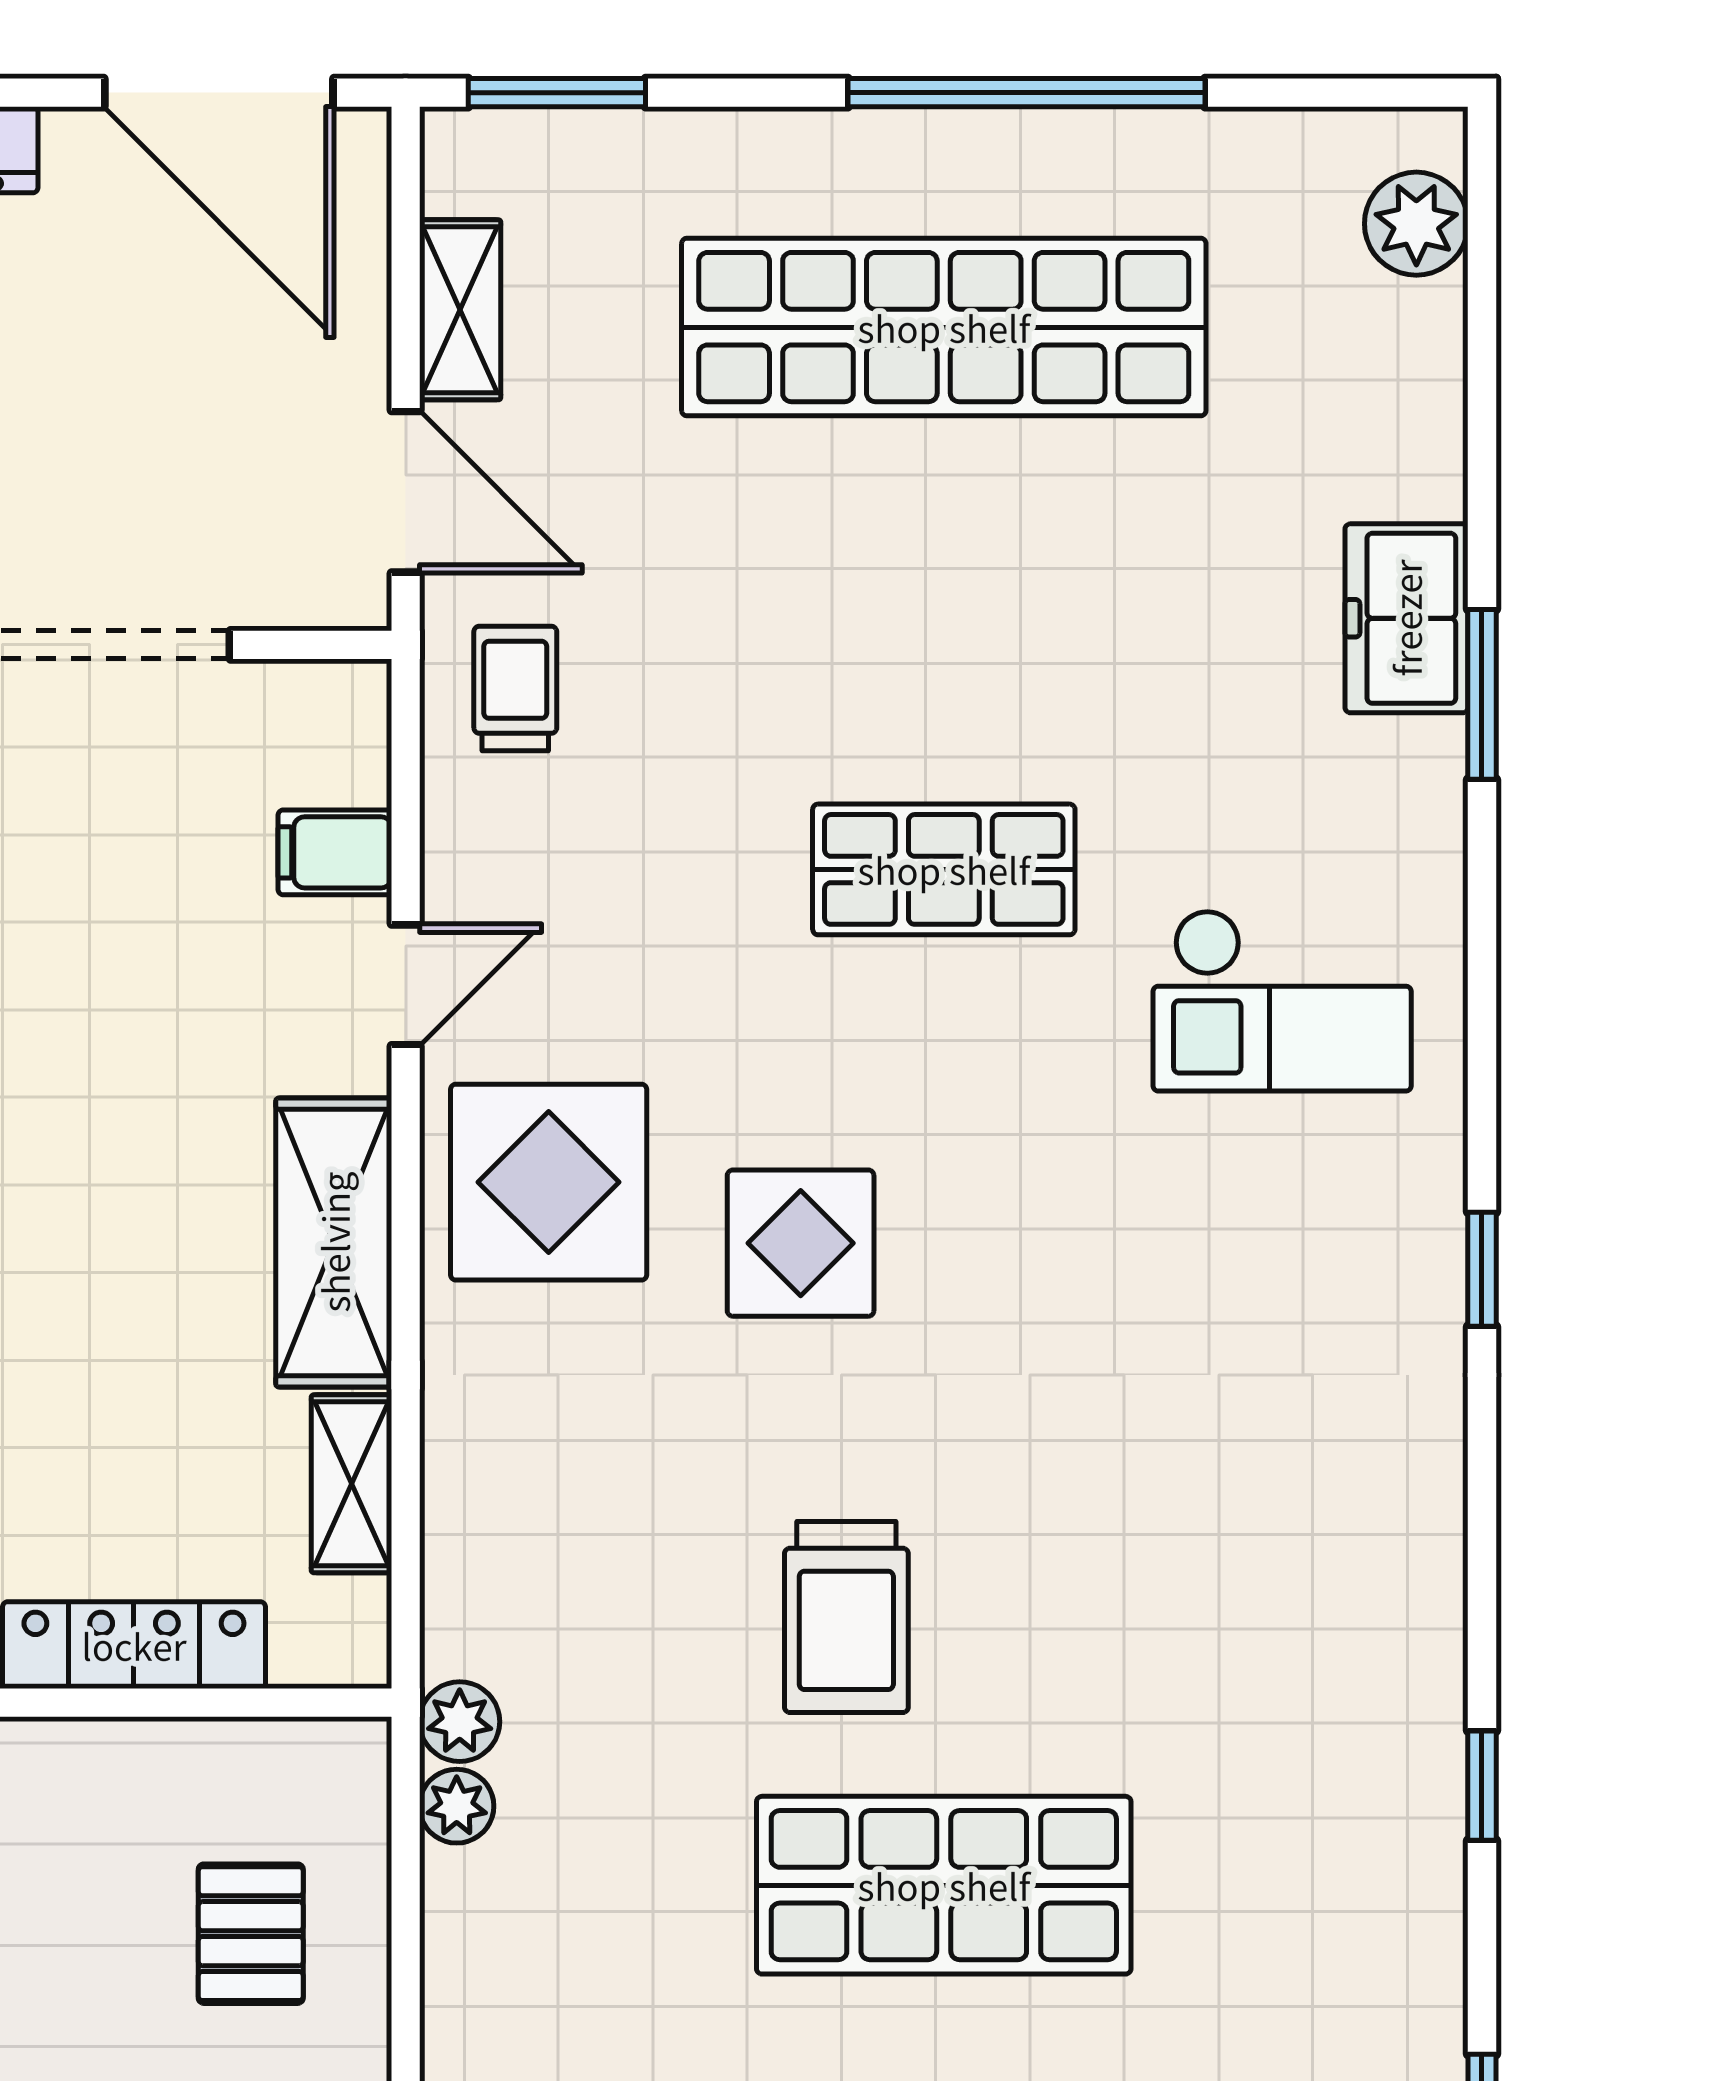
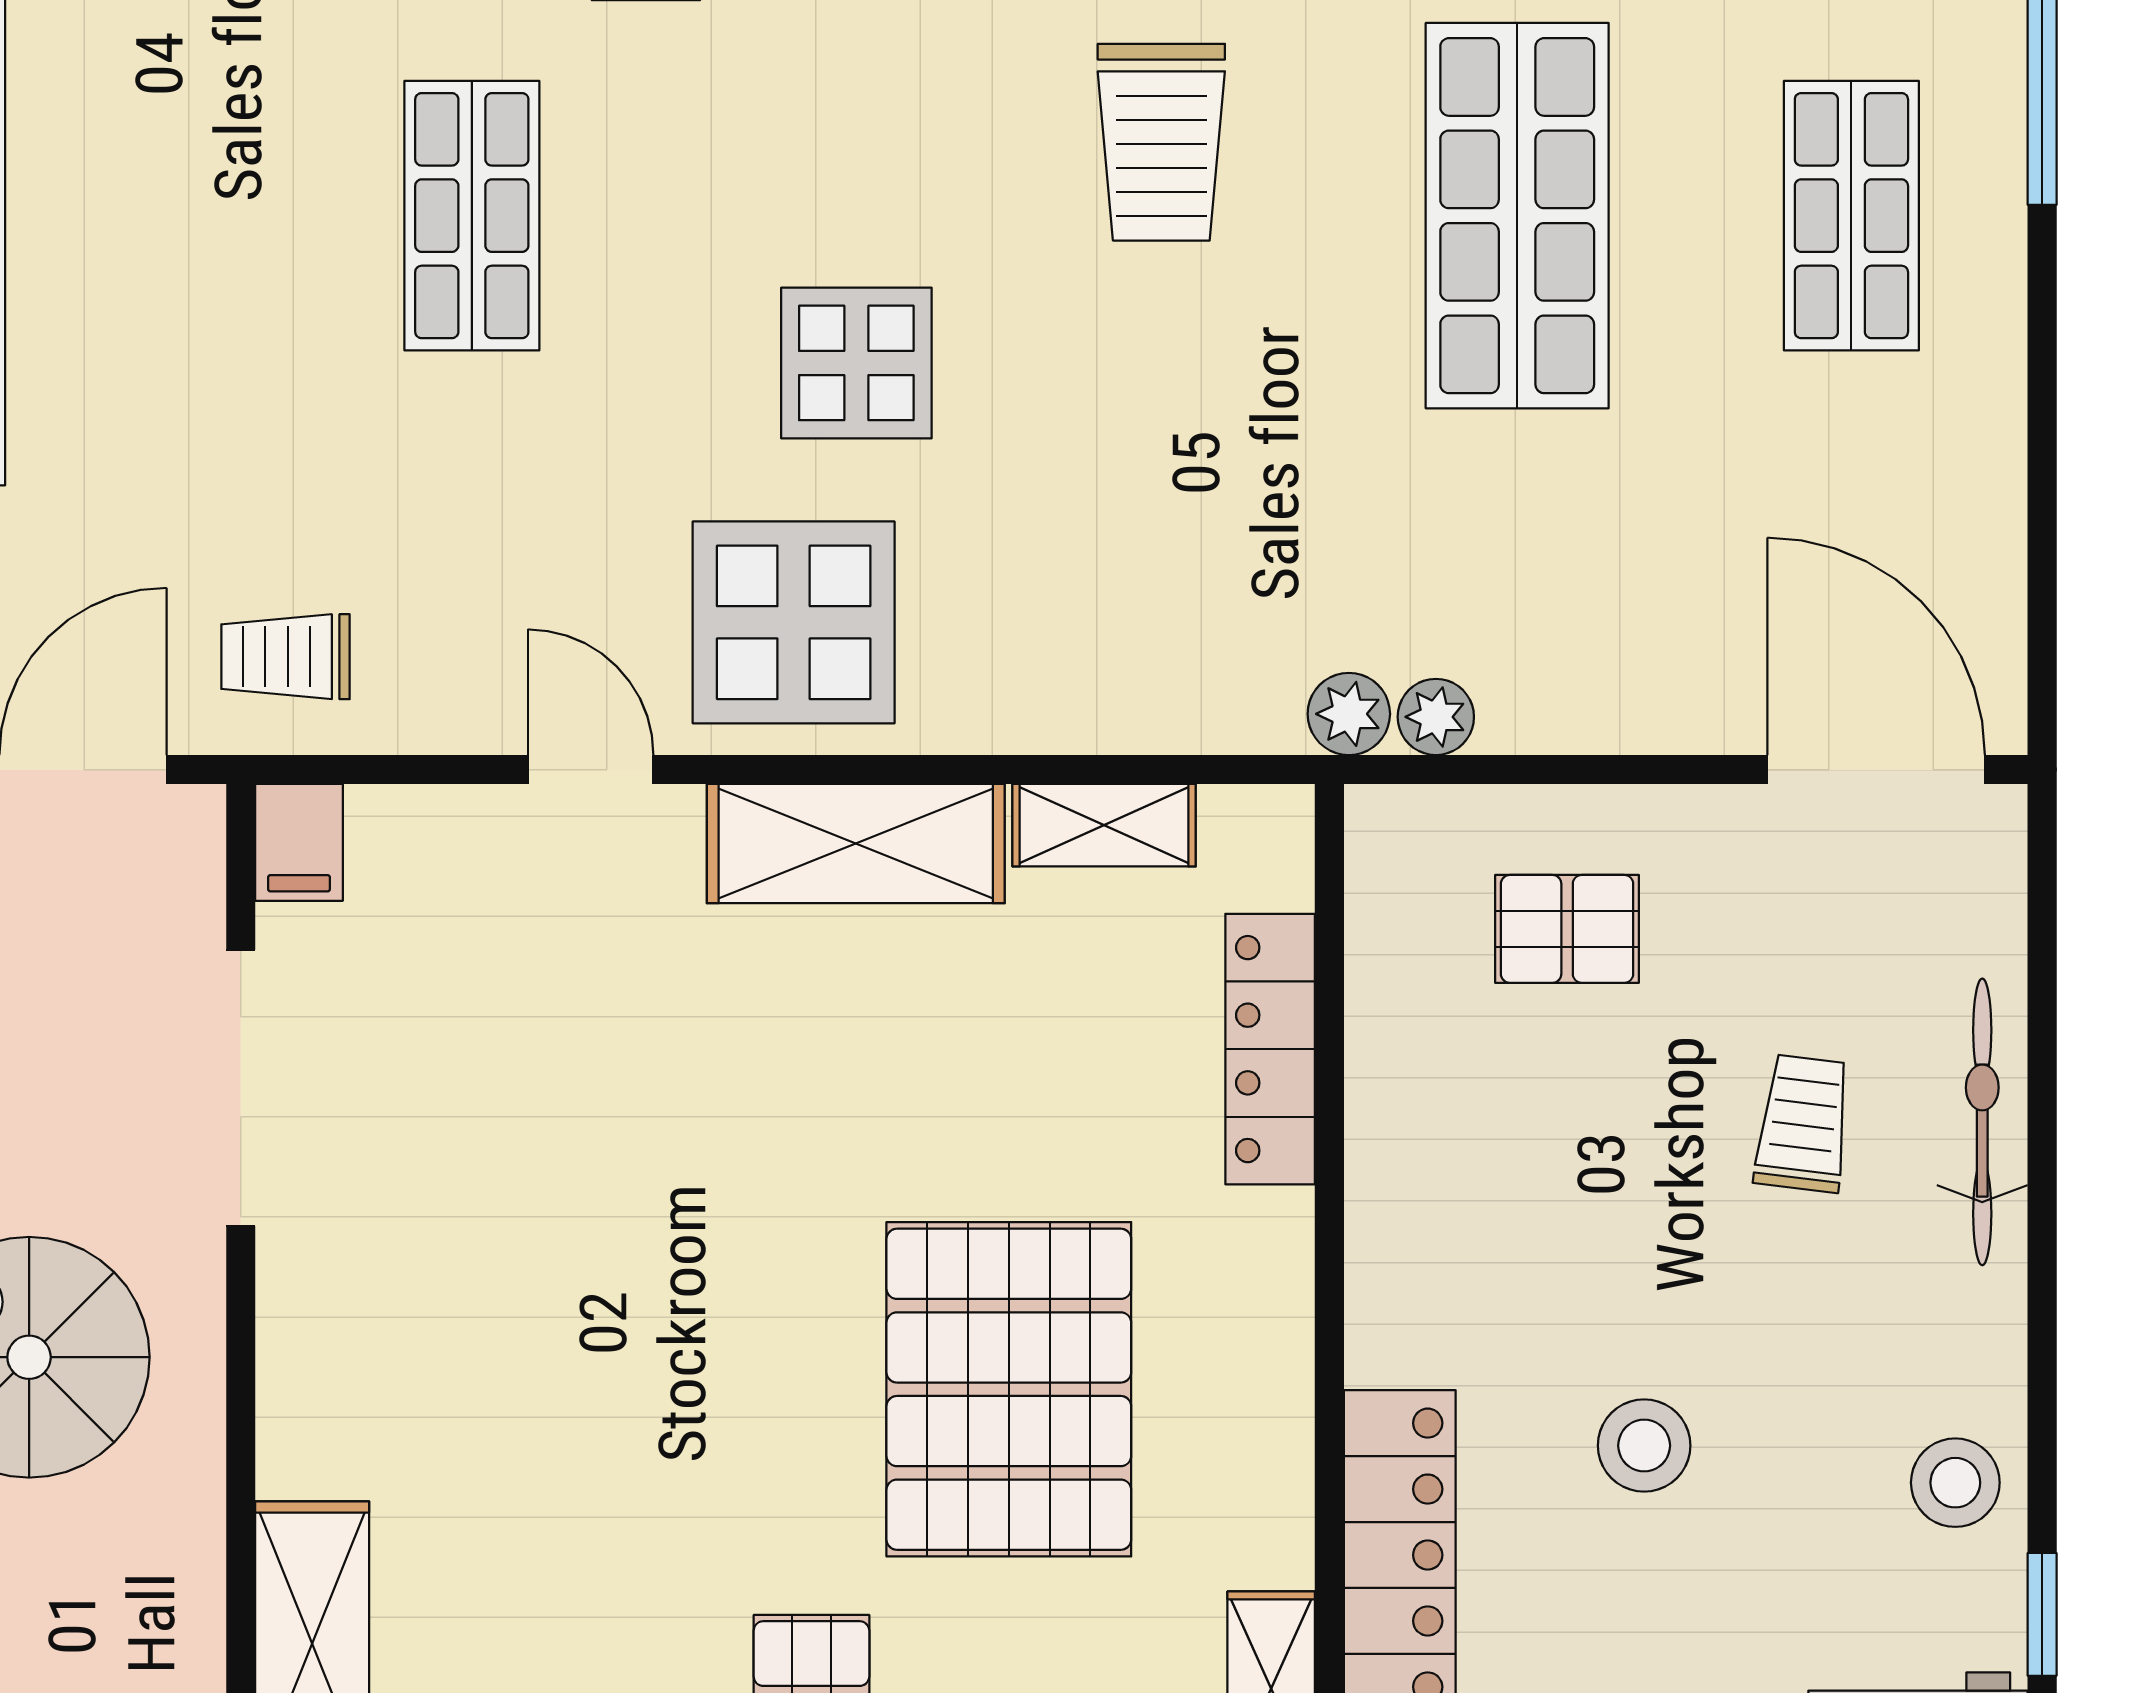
filing cabinet: (335, 852) -> (299, 842), moved
trolley: (846, 1617) -> (1161, 142), moved, turned 90

